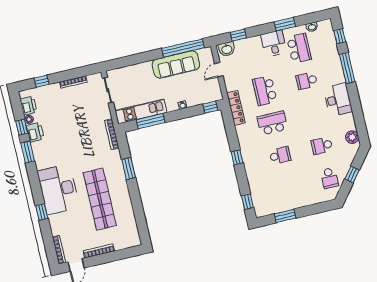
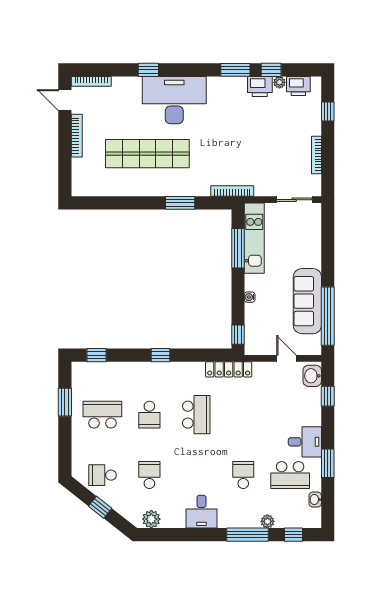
plant: (335, 56) -> (267, 521), added
school desk: (265, 91) -> (102, 415), moved
desk: (338, 100) -> (201, 512), width x0.73

